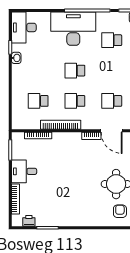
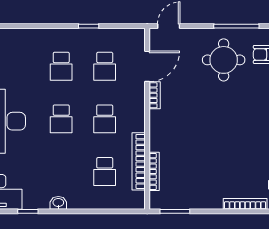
school desk: (112, 40) -> (61, 66), moved
washbasin: (16, 58) -> (58, 203), moved
bookcase: (61, 125) -> (139, 161), moved
desk: (24, 171) -> (206, 192), removed

